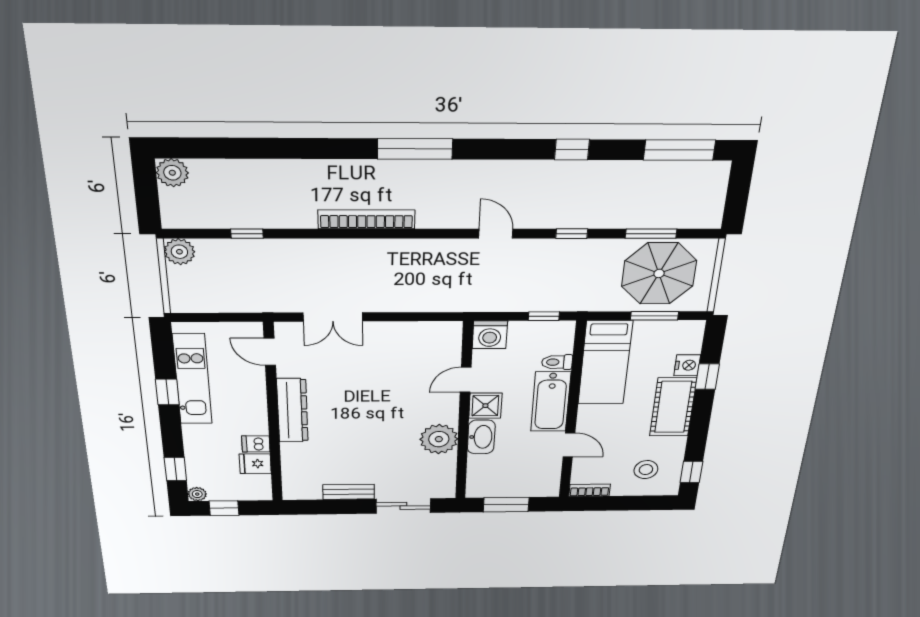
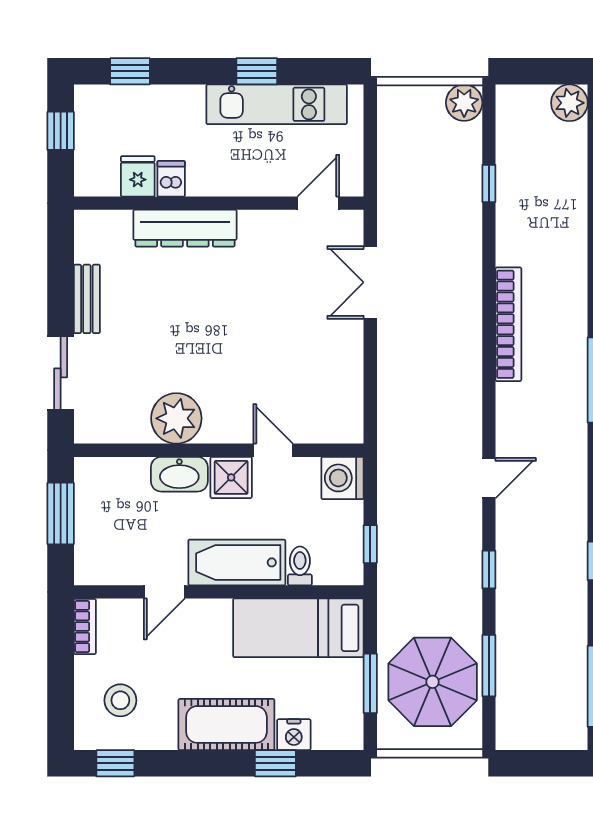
dresser: (292, 410) -> (185, 228), moved
plant: (197, 494) -> (86, 97), removed

